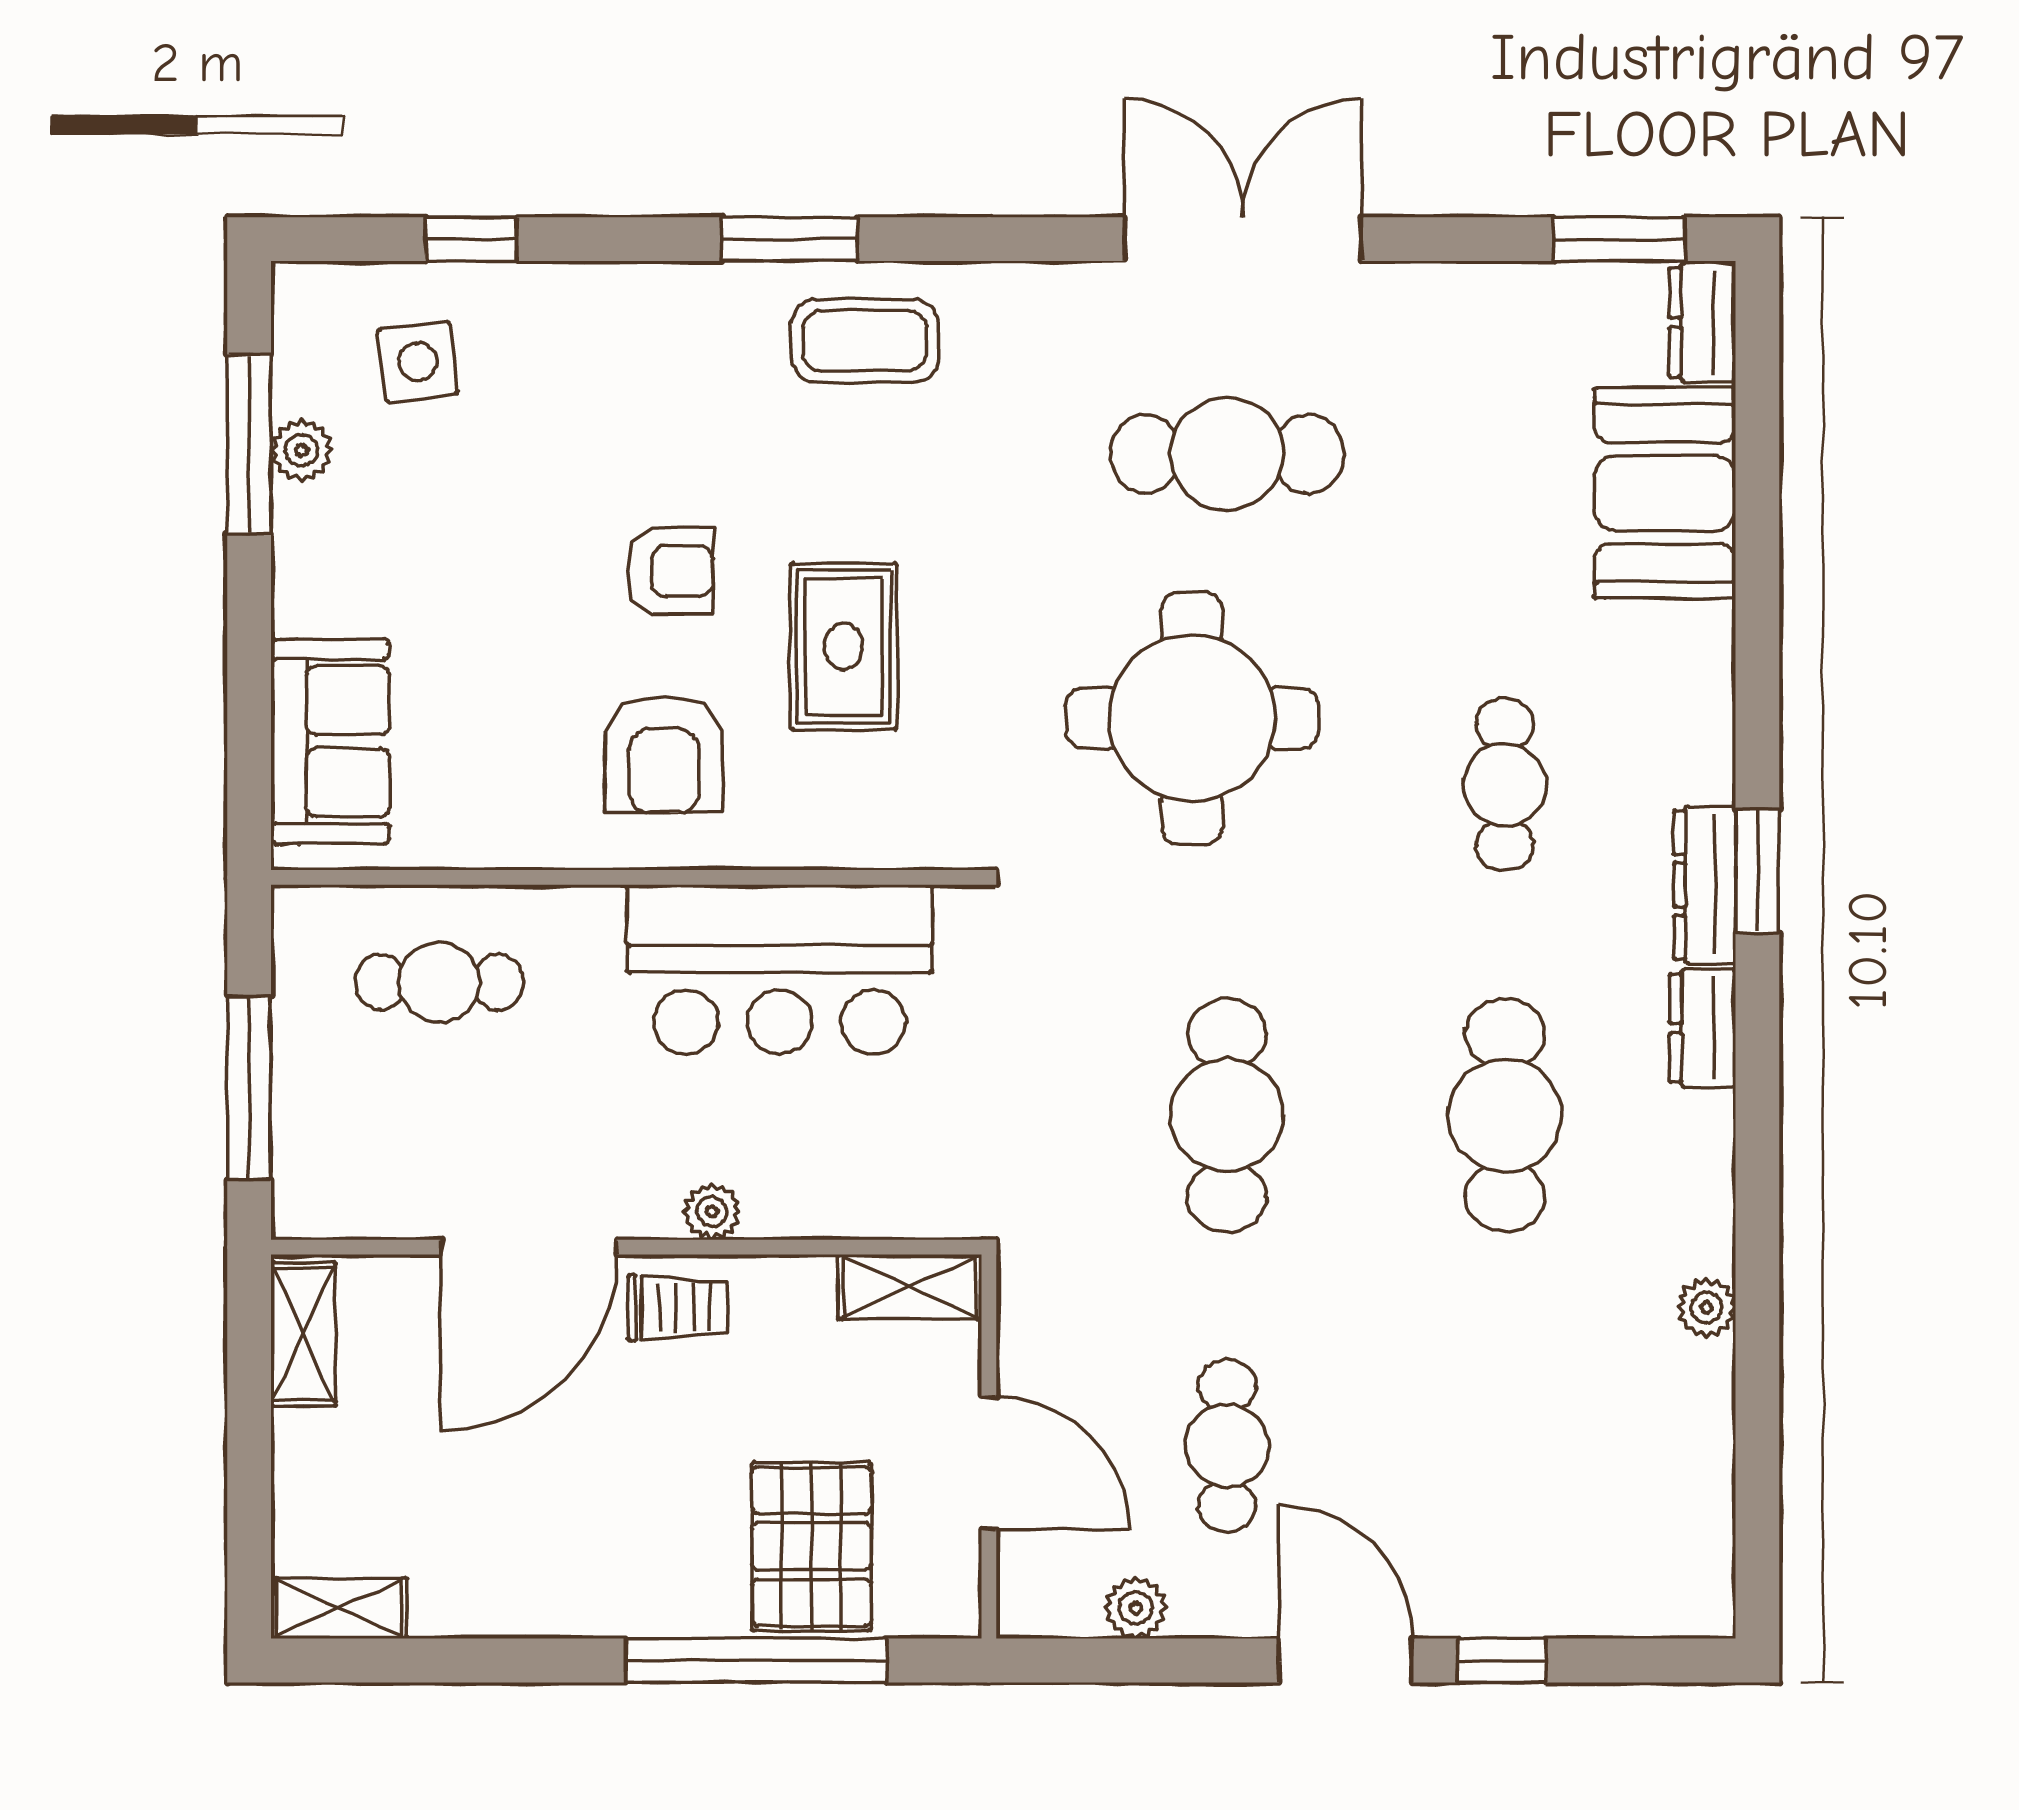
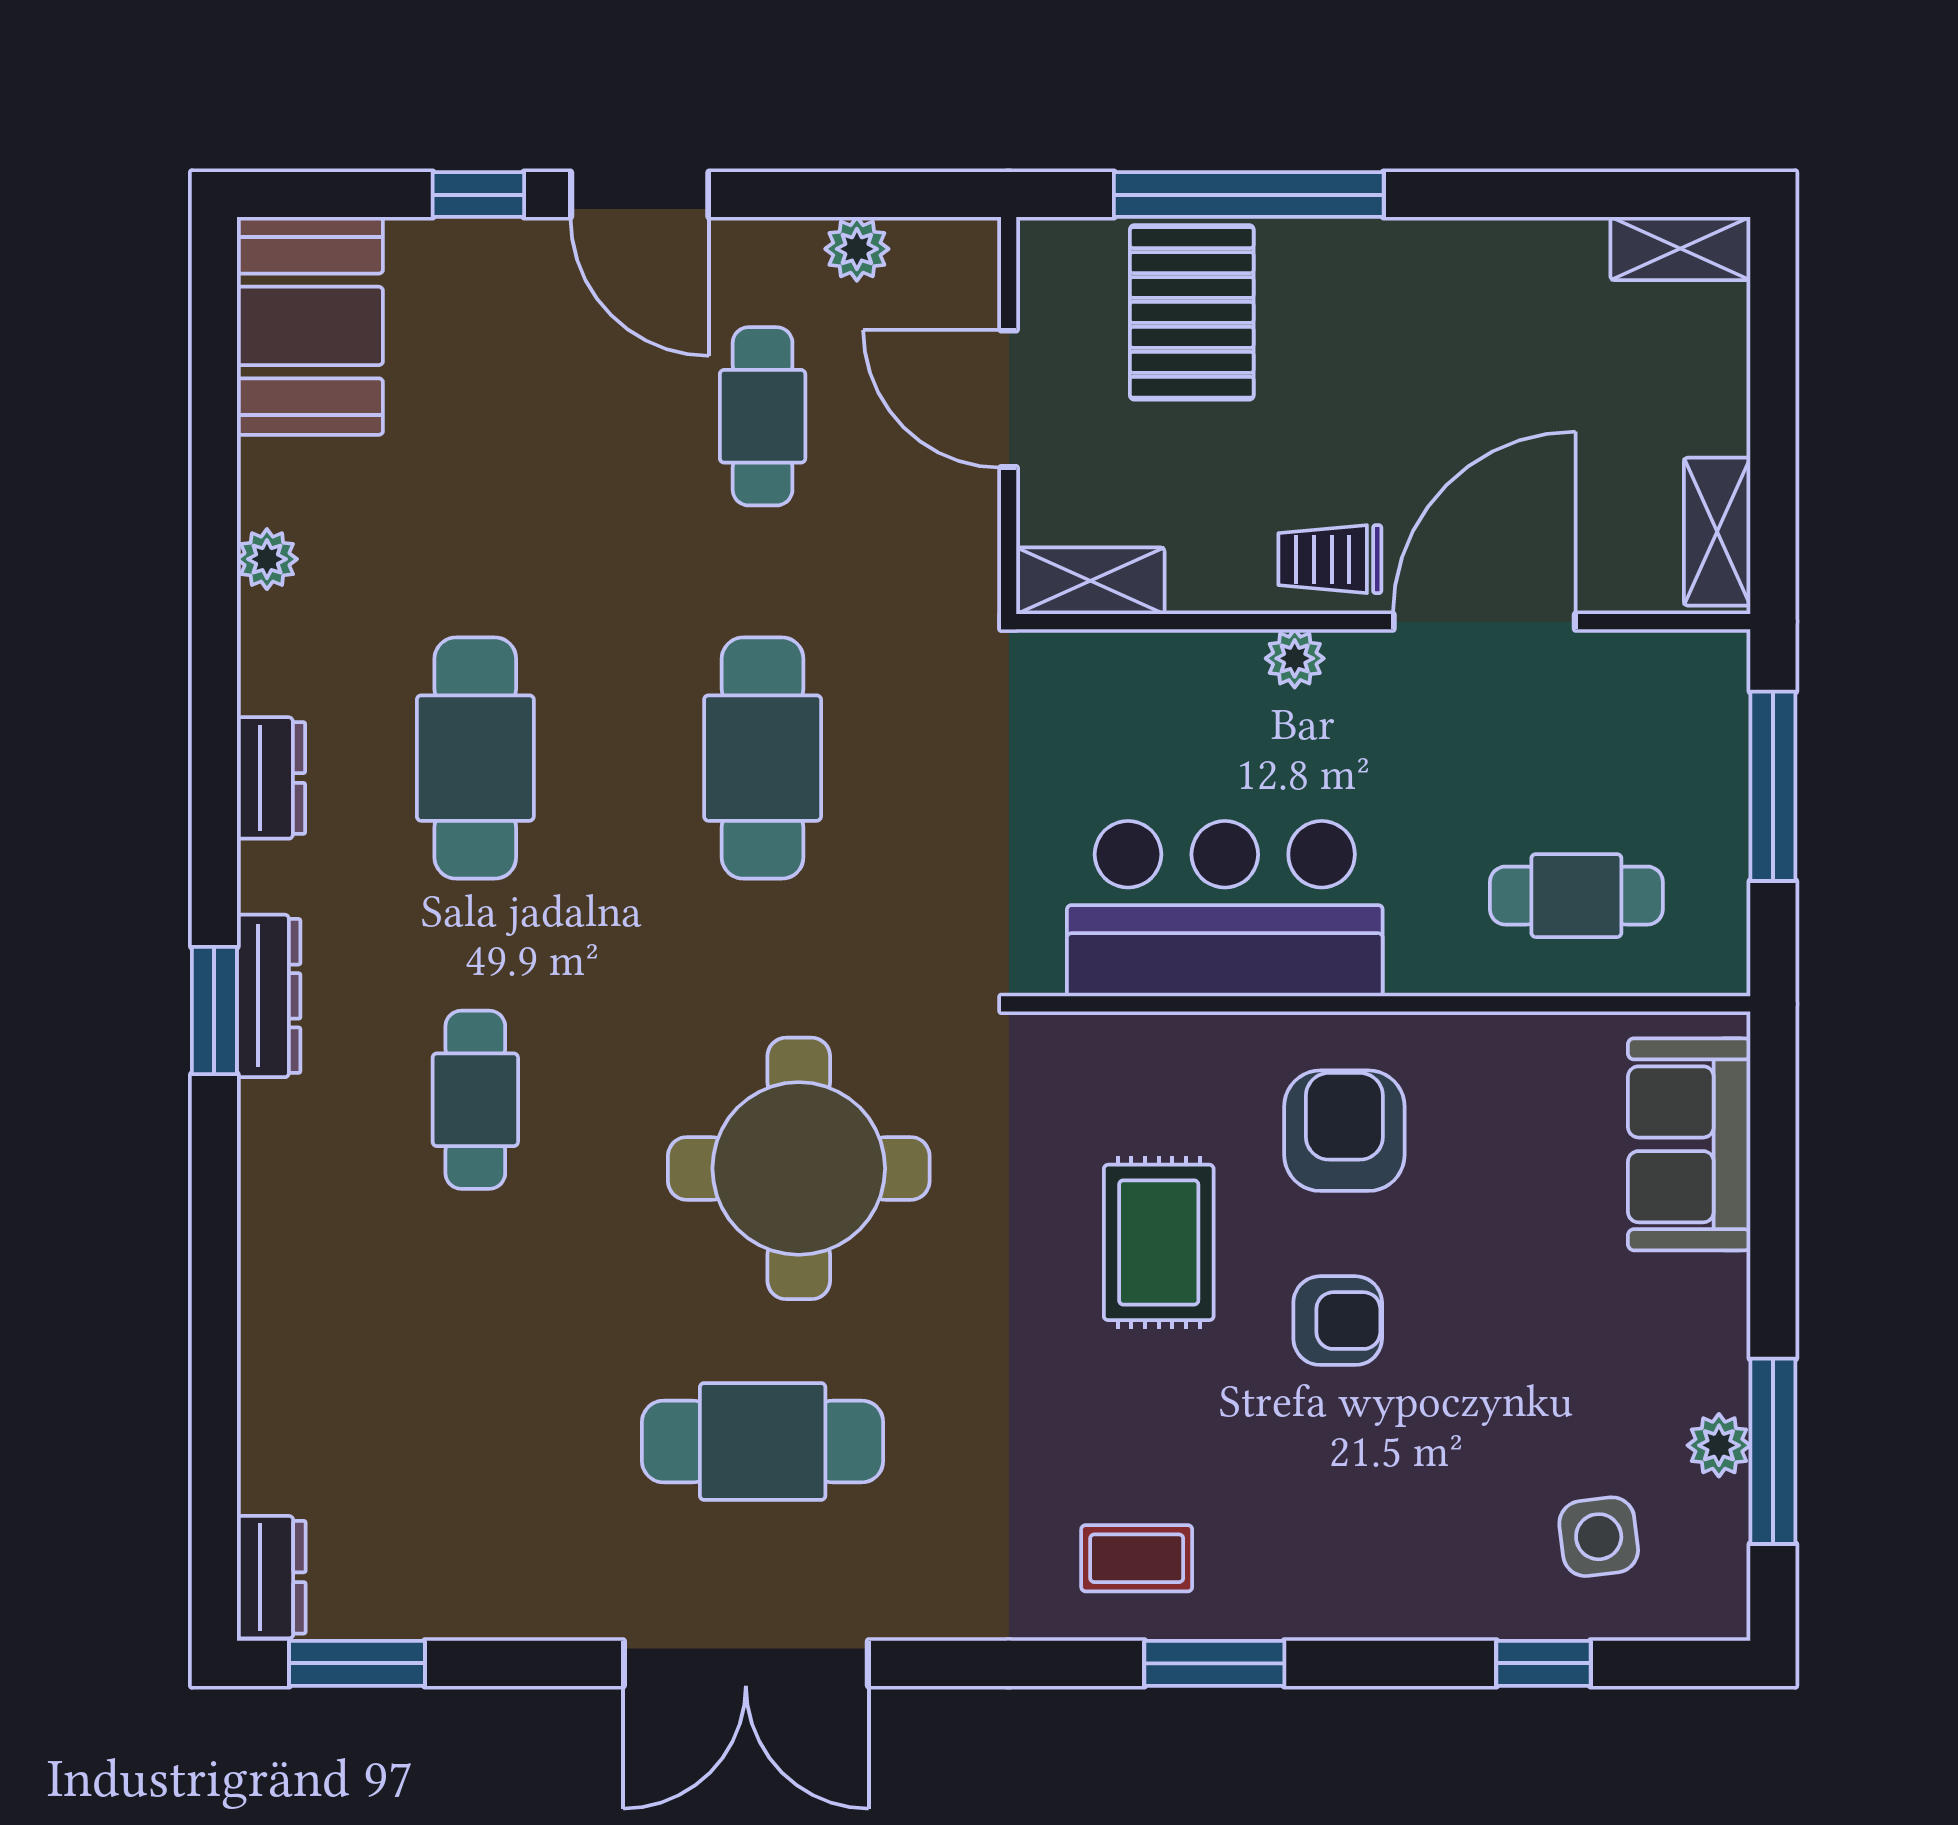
coffee table: (865, 341) -> (1137, 1558), width x0.73, depth x0.77
booth: (1665, 493) -> (310, 326), moved
armchair: (670, 571) -> (1338, 1321), turned 180
dresser: (1703, 1028) -> (271, 778), moved

